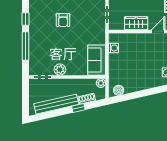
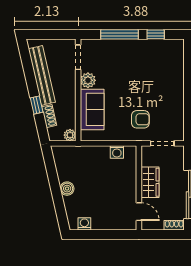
armchair: (63, 20) -> (140, 119), moved, turned 180
sofa: (97, 60) -> (92, 109), moved, turned 90
boiler: (119, 90) -> (67, 189), moved

